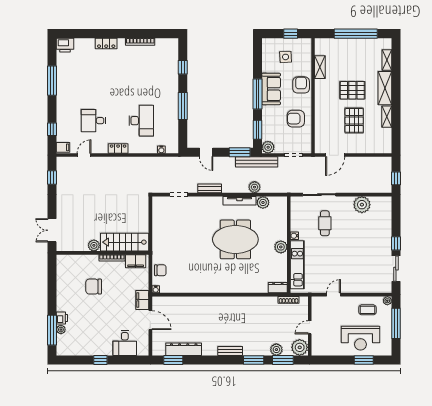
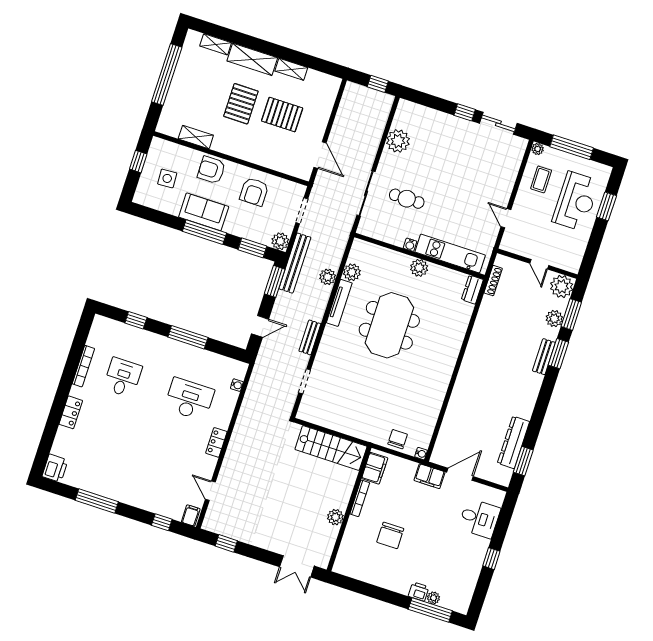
desk: (94, 121) -> (123, 377), moved, turned 180
stairs: (125, 242) -> (331, 448), moved, turned -90
bench: (230, 351) -> (544, 357), moved

